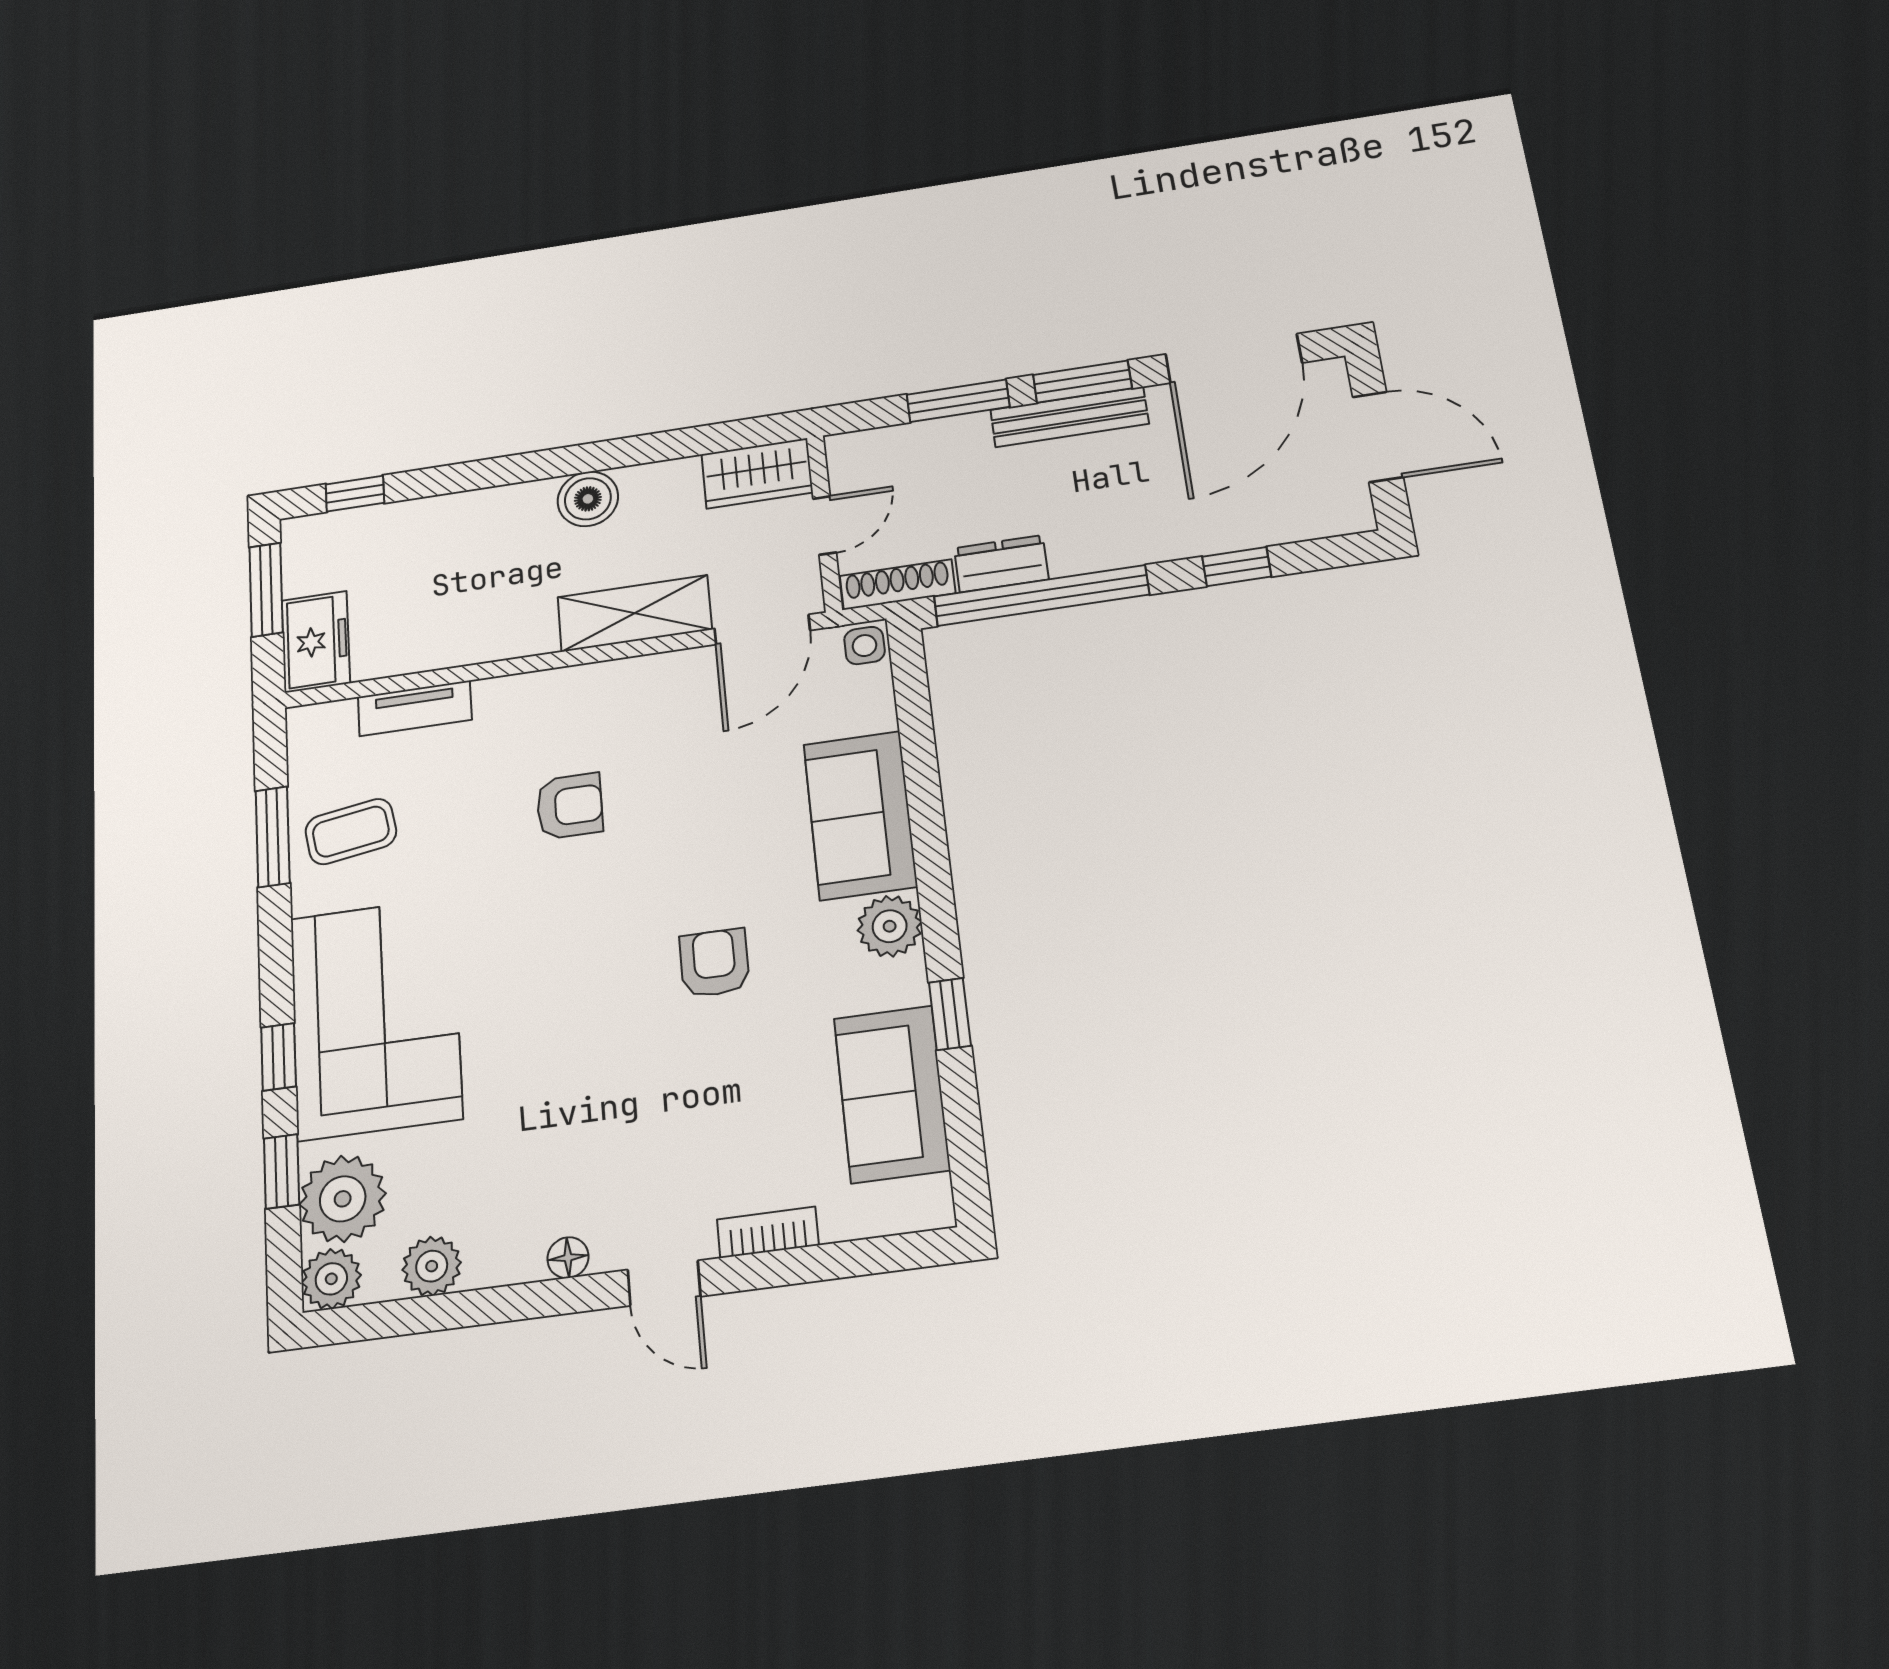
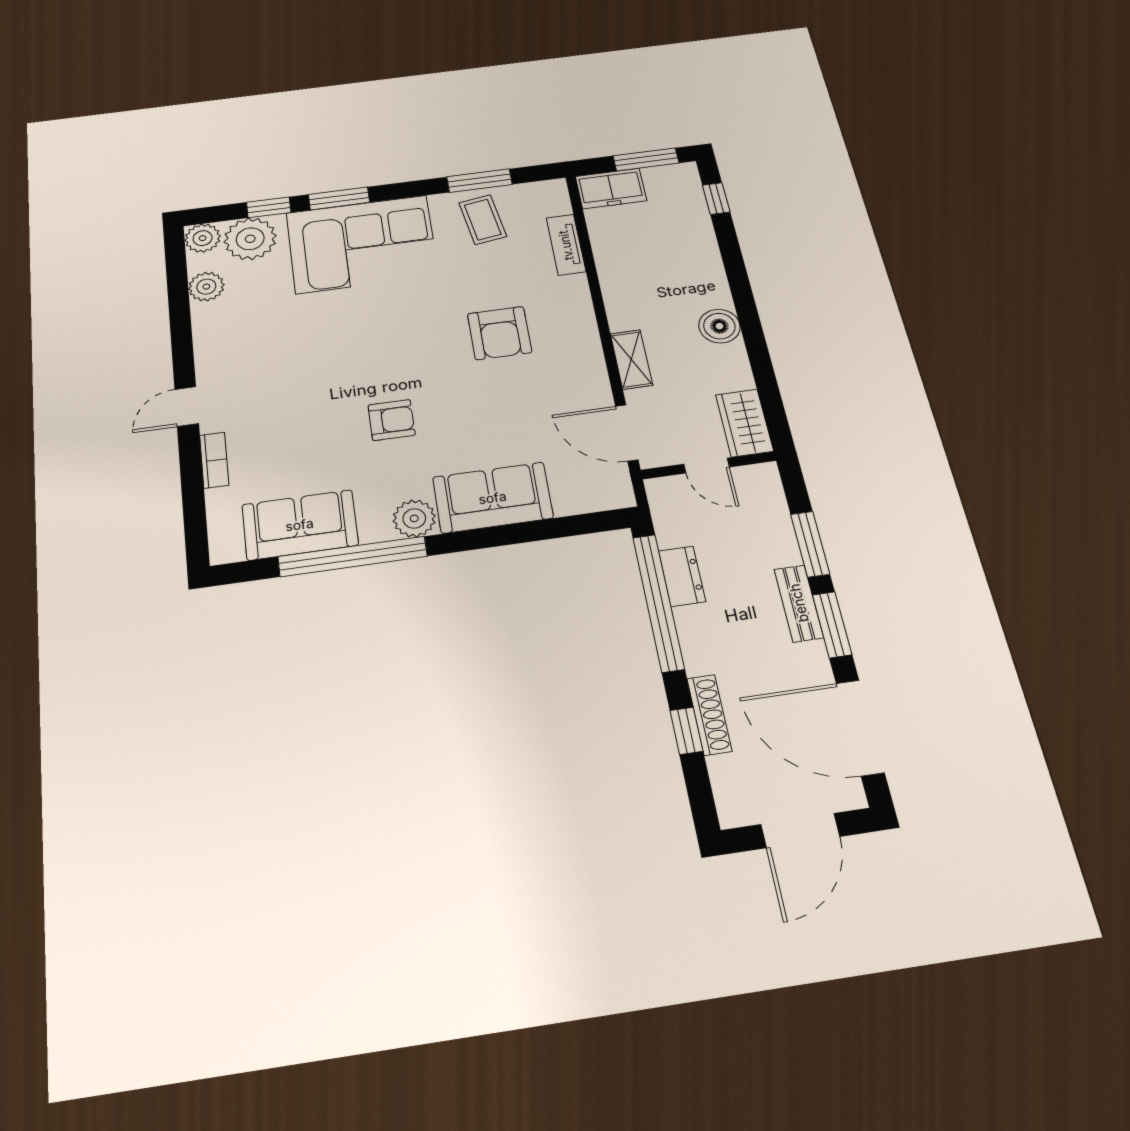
bench: (1069, 417) -> (799, 603), width x0.73
shoe rack: (898, 585) -> (709, 715), moved
shelving: (635, 613) -> (631, 359), width x0.67, depth x0.75
side table: (864, 646) -> (617, 494), removed
armchair: (570, 806) -> (499, 333), width x1.38, depth x1.38
window: (950, 1014) -> (353, 556), width x3.17
window: (279, 1057) -> (339, 198), width x1.50
floor lamp: (568, 1258) -> (206, 355), removed

